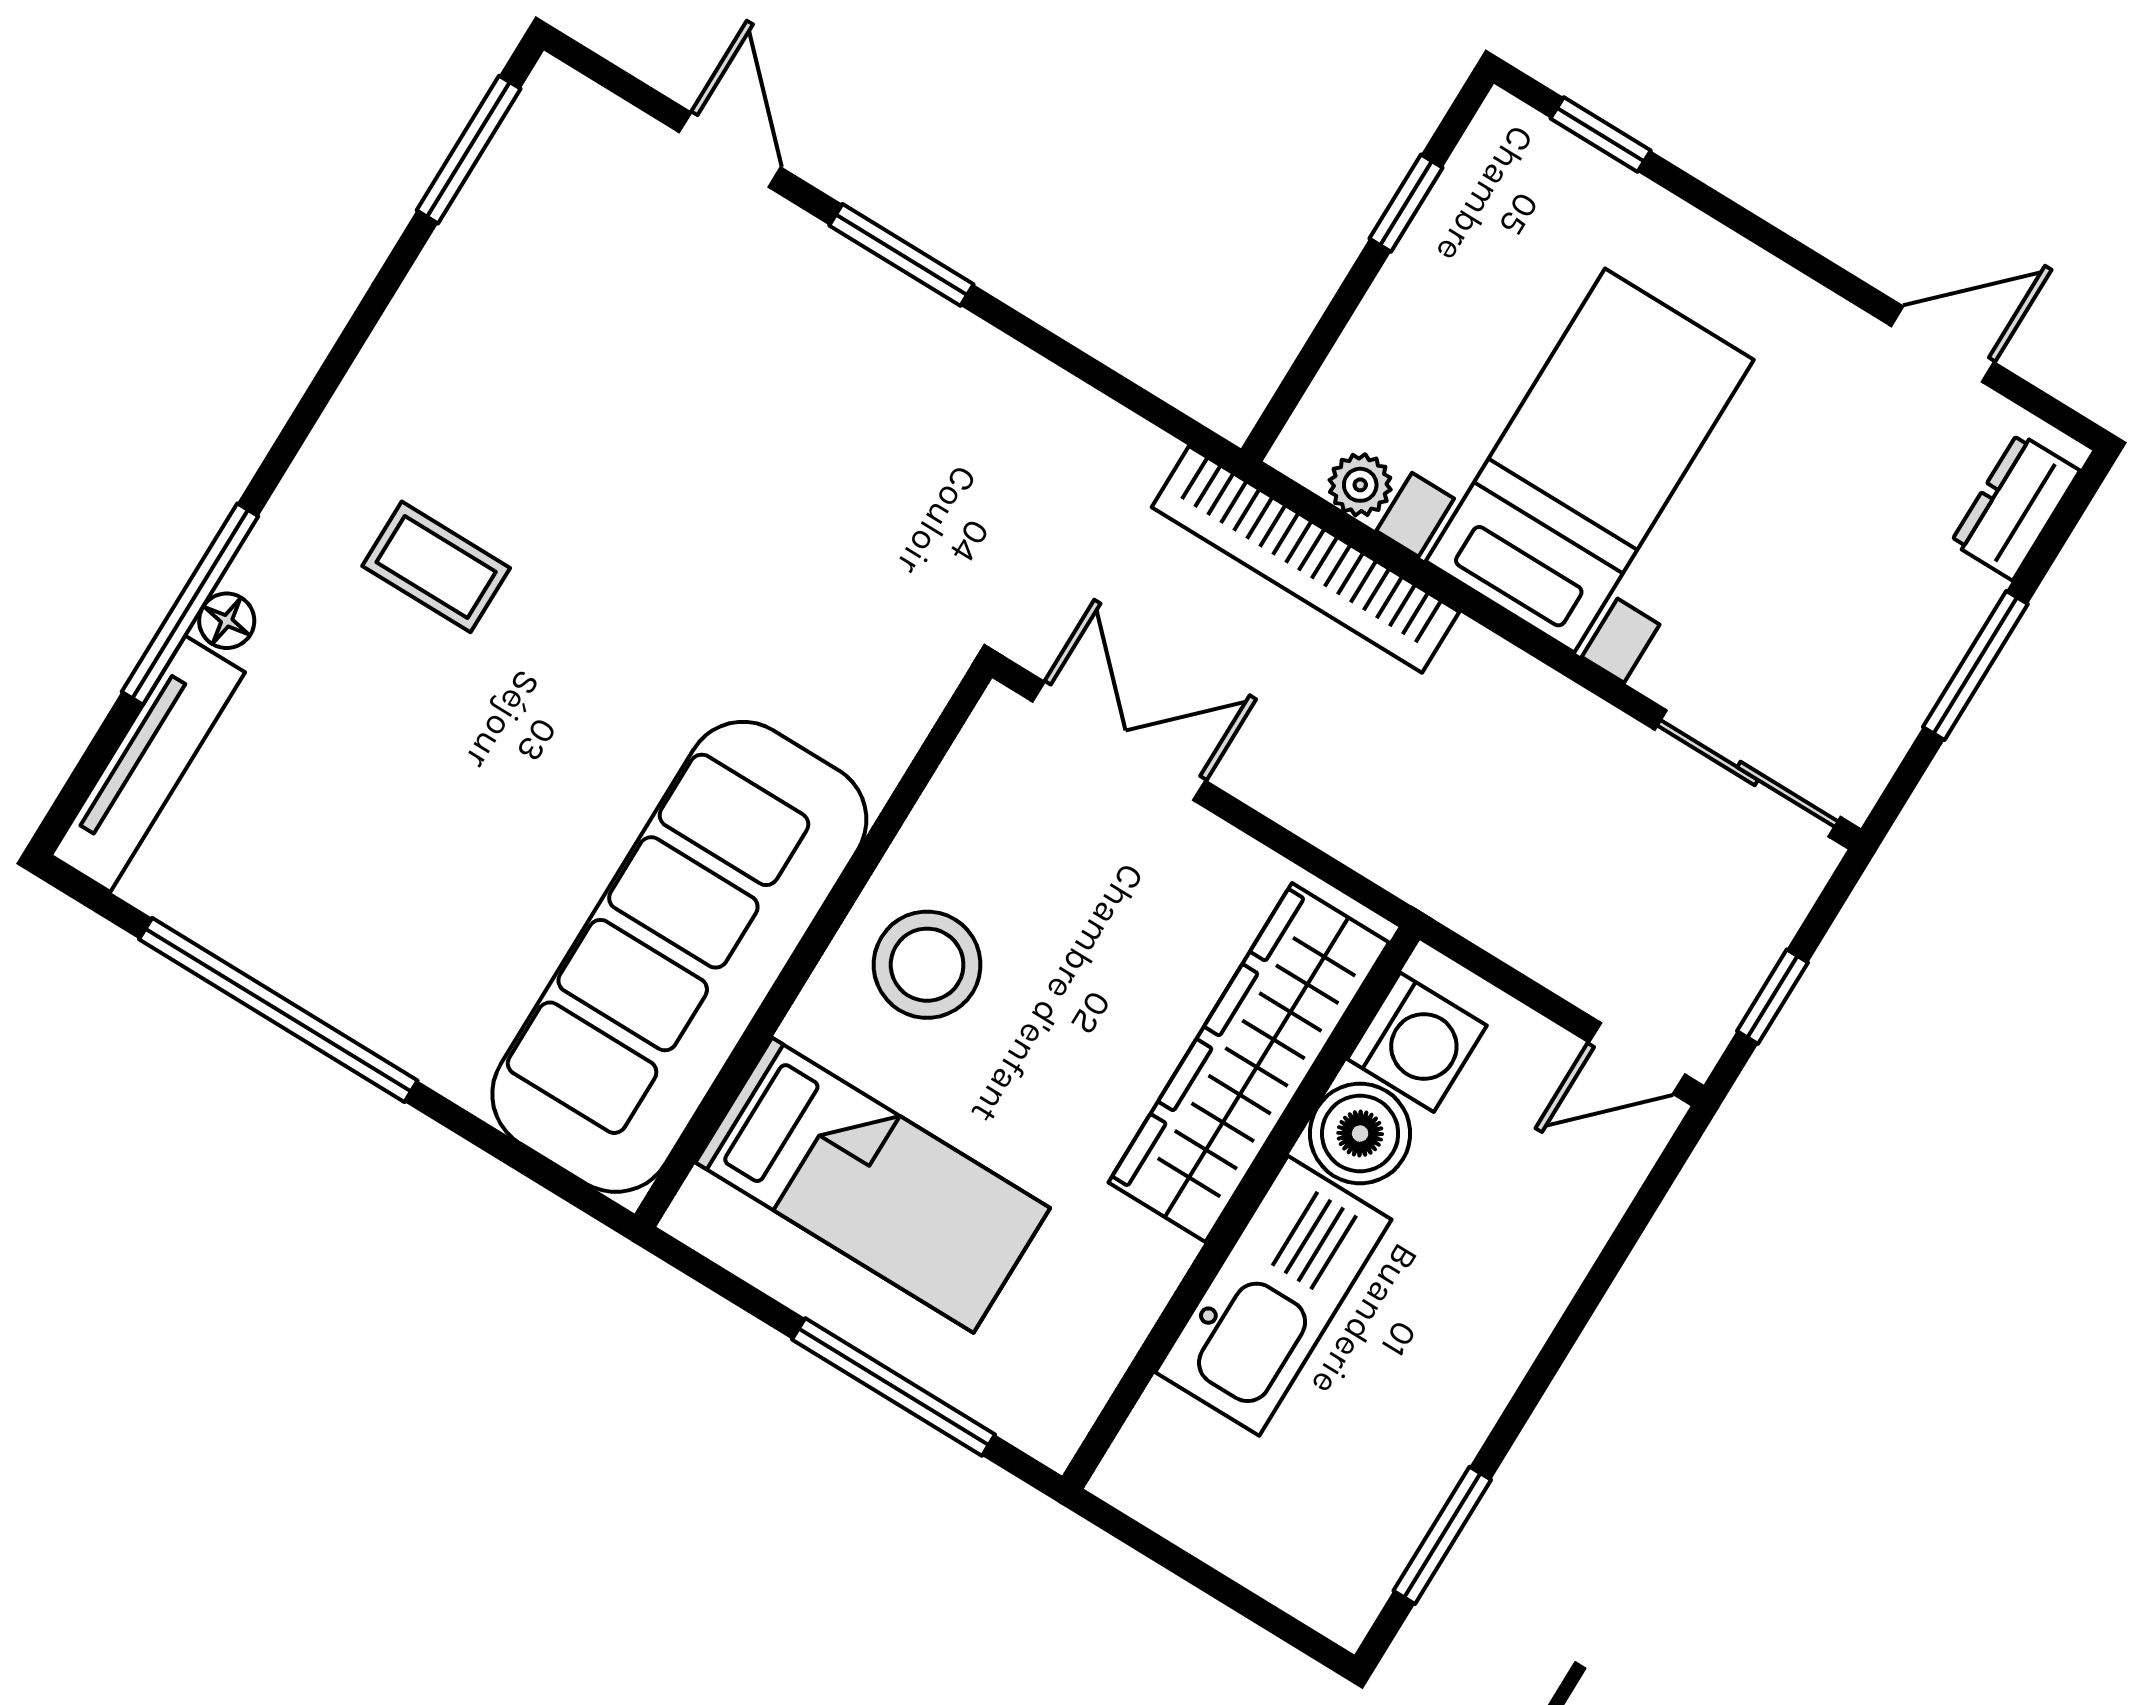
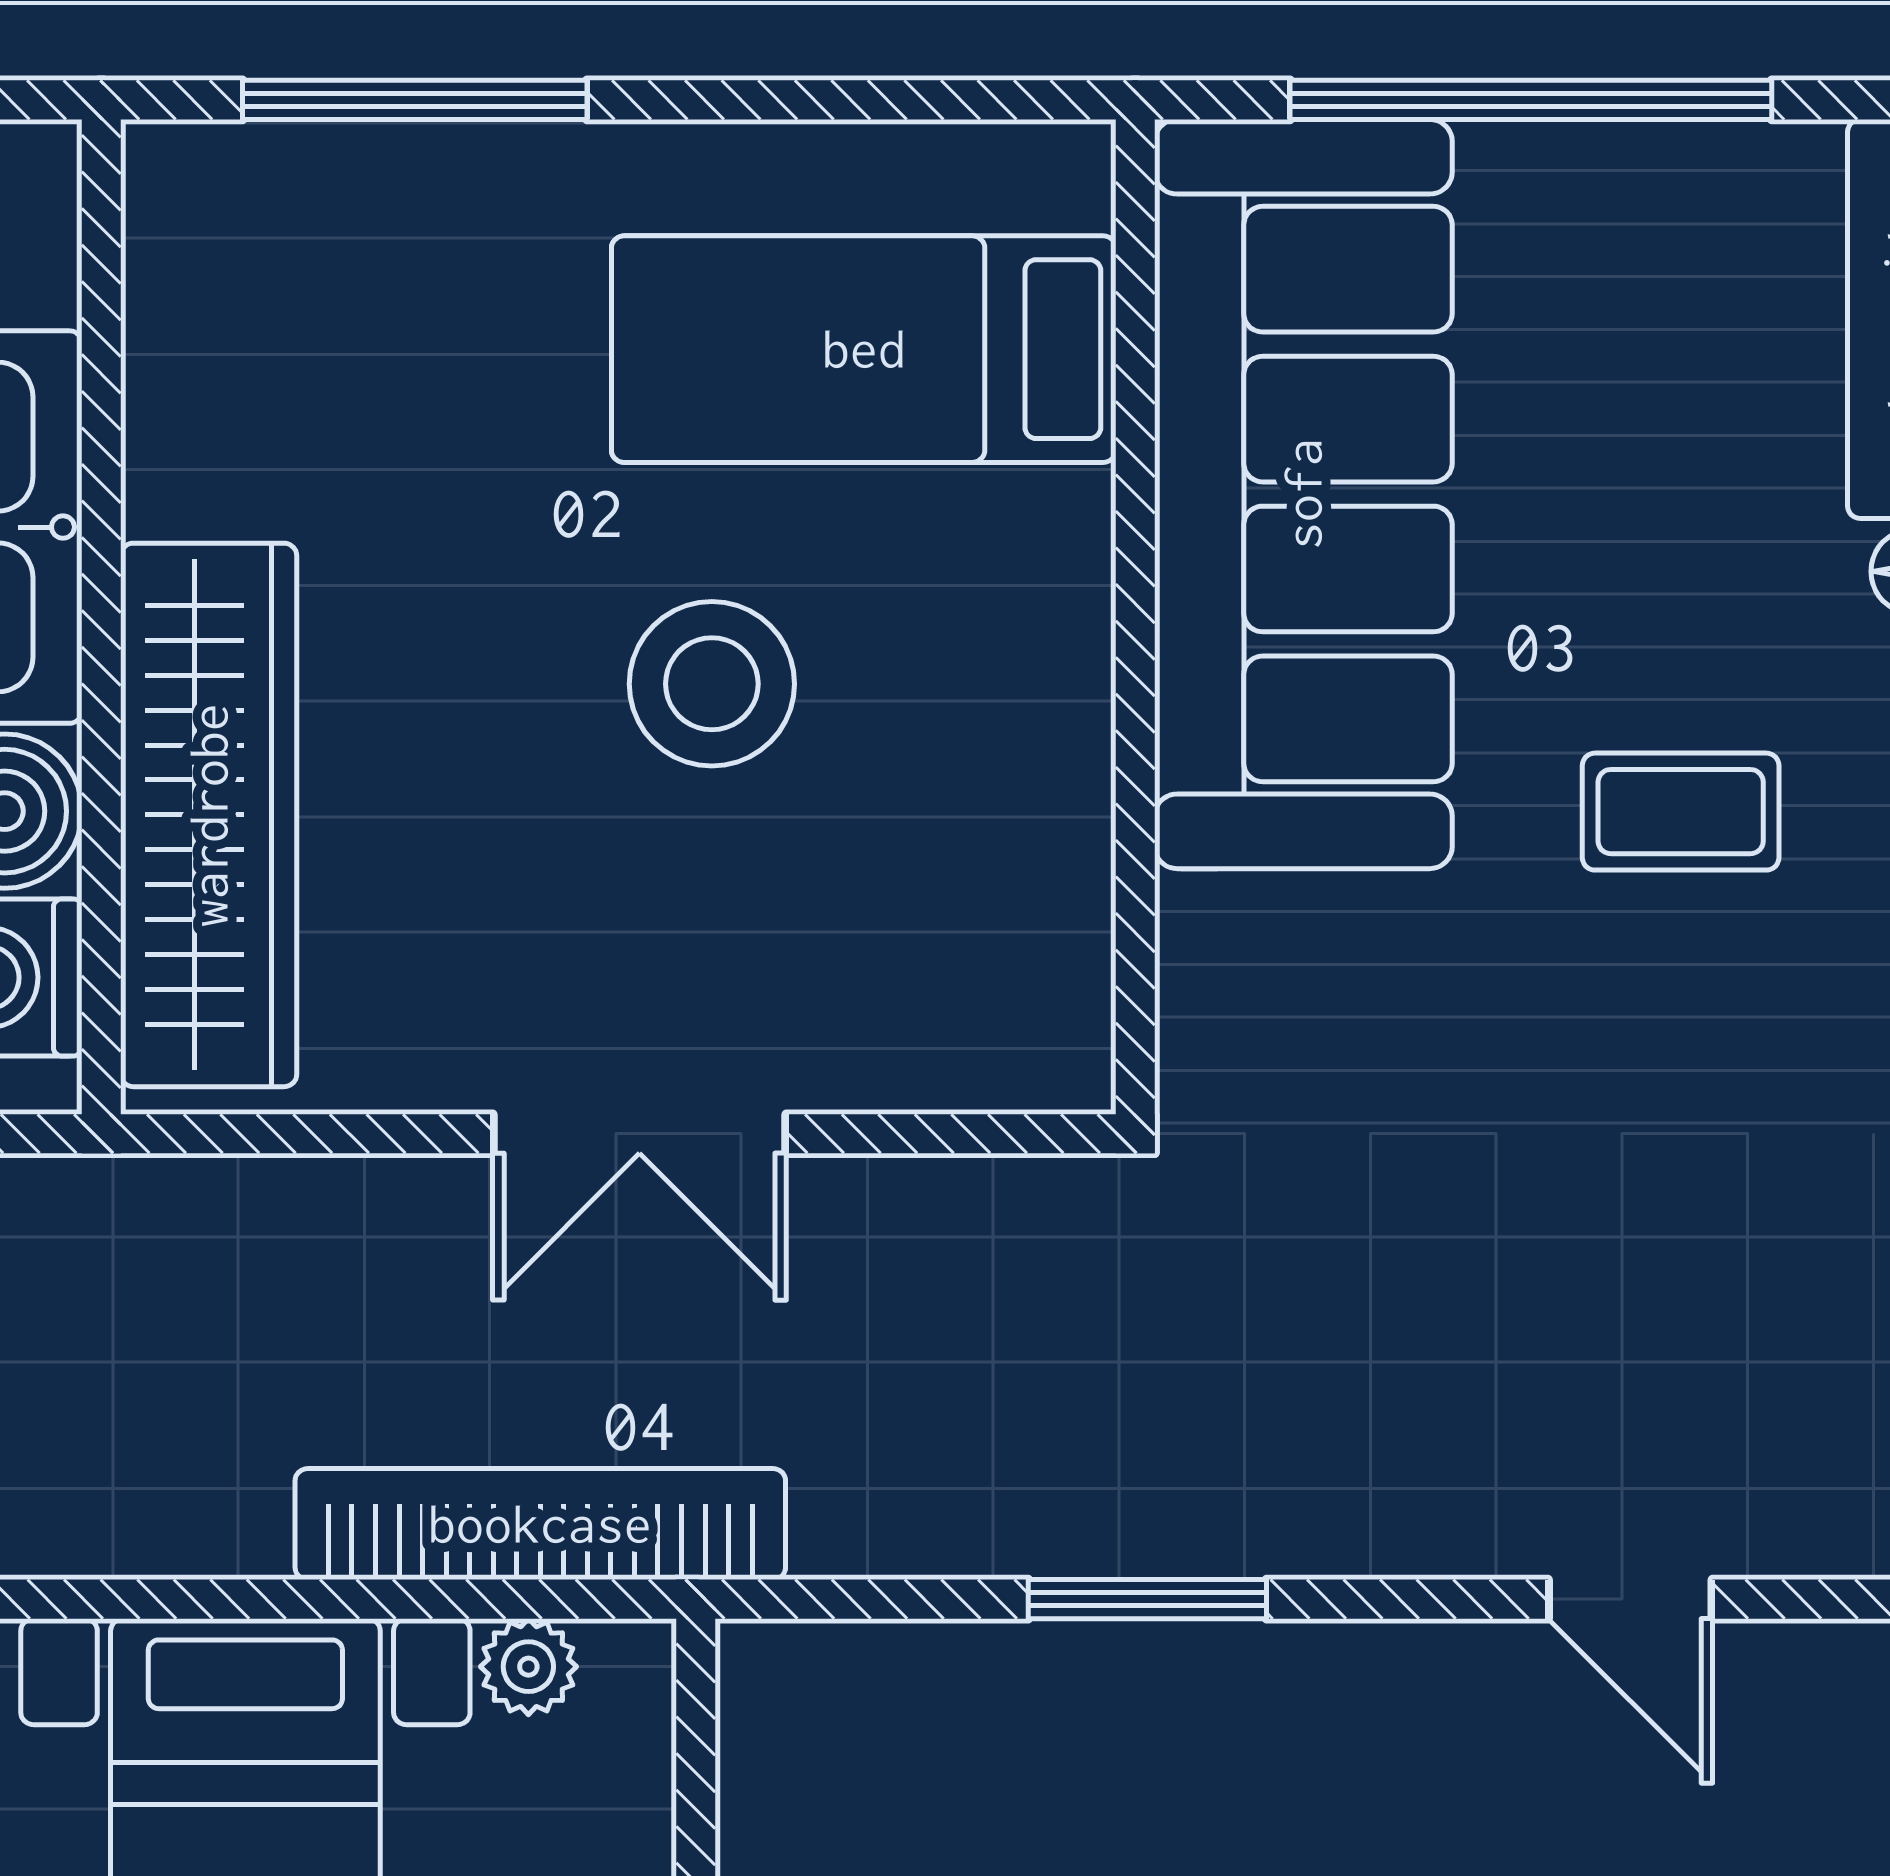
window: (901, 255) -> (1147, 1599), moved
wall: (814, 946) -> (1135, 617), moved
sofa: (679, 957) -> (1303, 494), moved
bed: (873, 1185) -> (864, 349), moved

